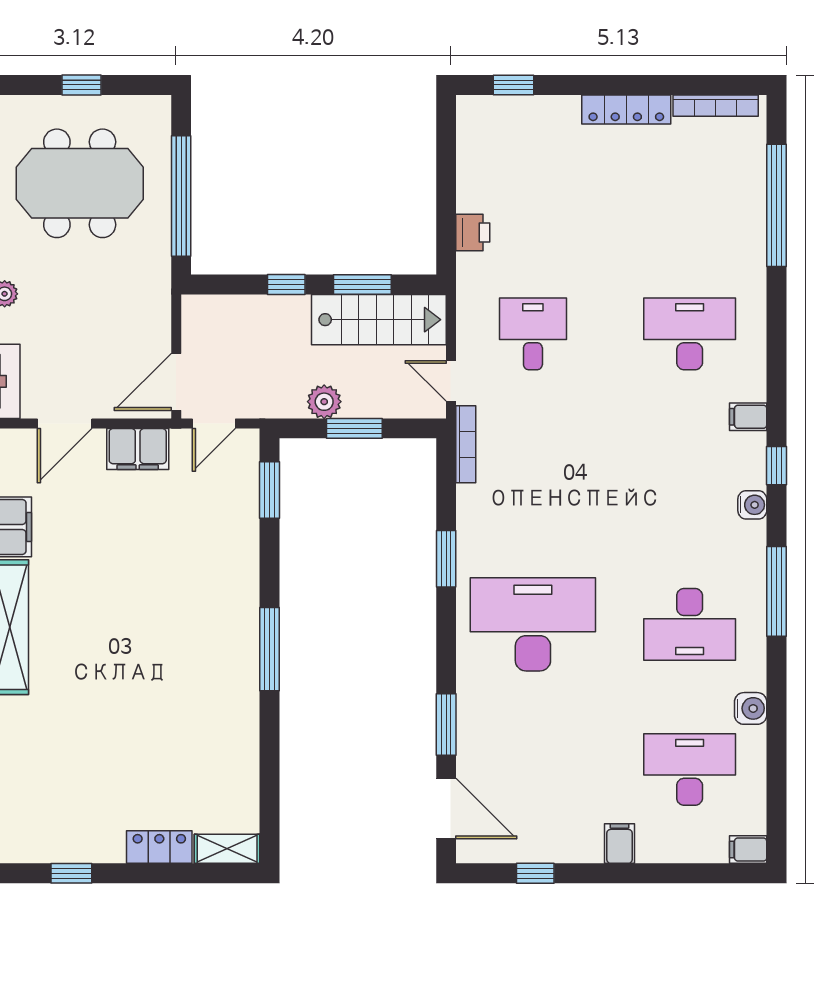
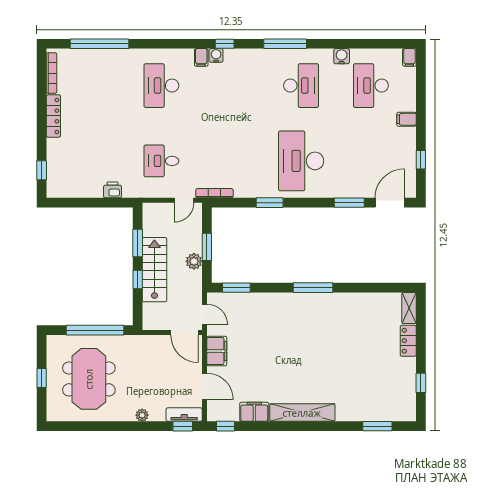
stairs: (379, 320) -> (154, 270), moved
water cooler: (752, 505) -> (216, 55), moved

